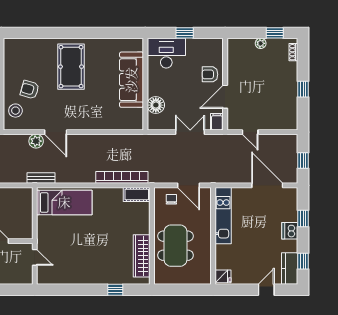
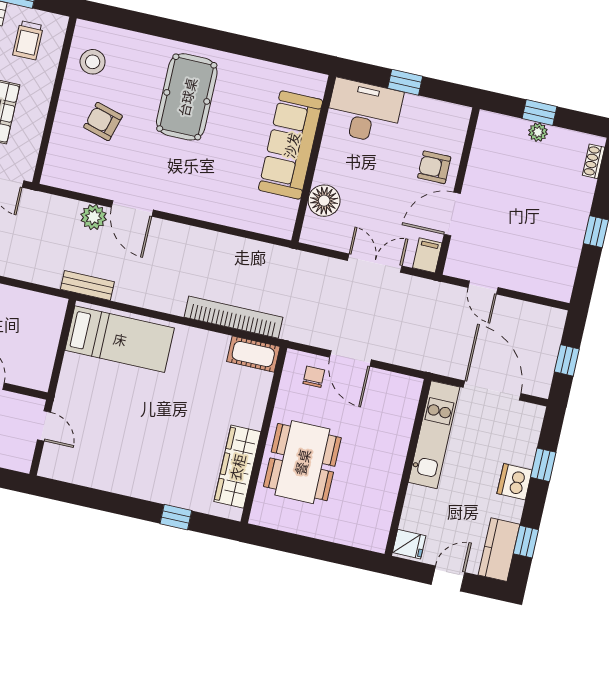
window: (275, 33) -> (540, 112), moved
stool: (15, 111) -> (93, 62), moved
kitchen unit: (223, 216) -> (434, 435), moved
wall: (213, 236) -> (408, 467), moved
fridge: (223, 276) -> (409, 544), moved

